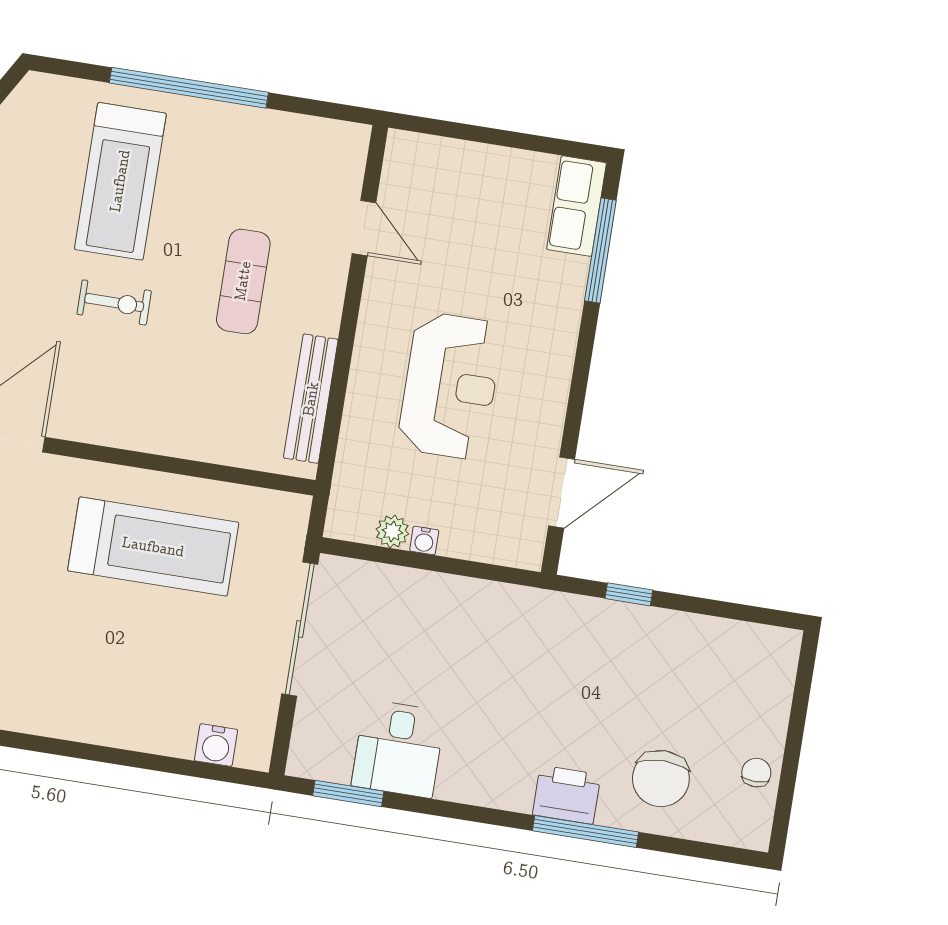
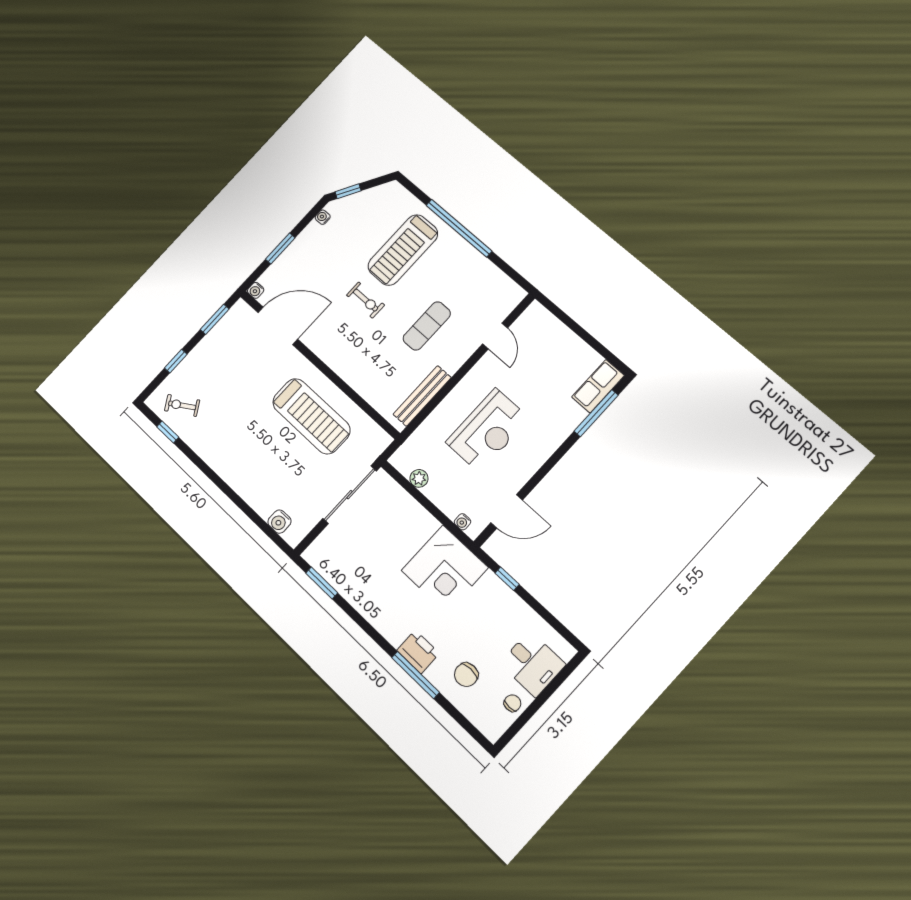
water cooler: (424, 541) -> (463, 522), moved
corner desk: (525, 643) -> (445, 569), added
desk: (398, 749) -> (532, 664), moved, turned -90
chair: (661, 779) -> (466, 675), width x0.73, depth x0.73

